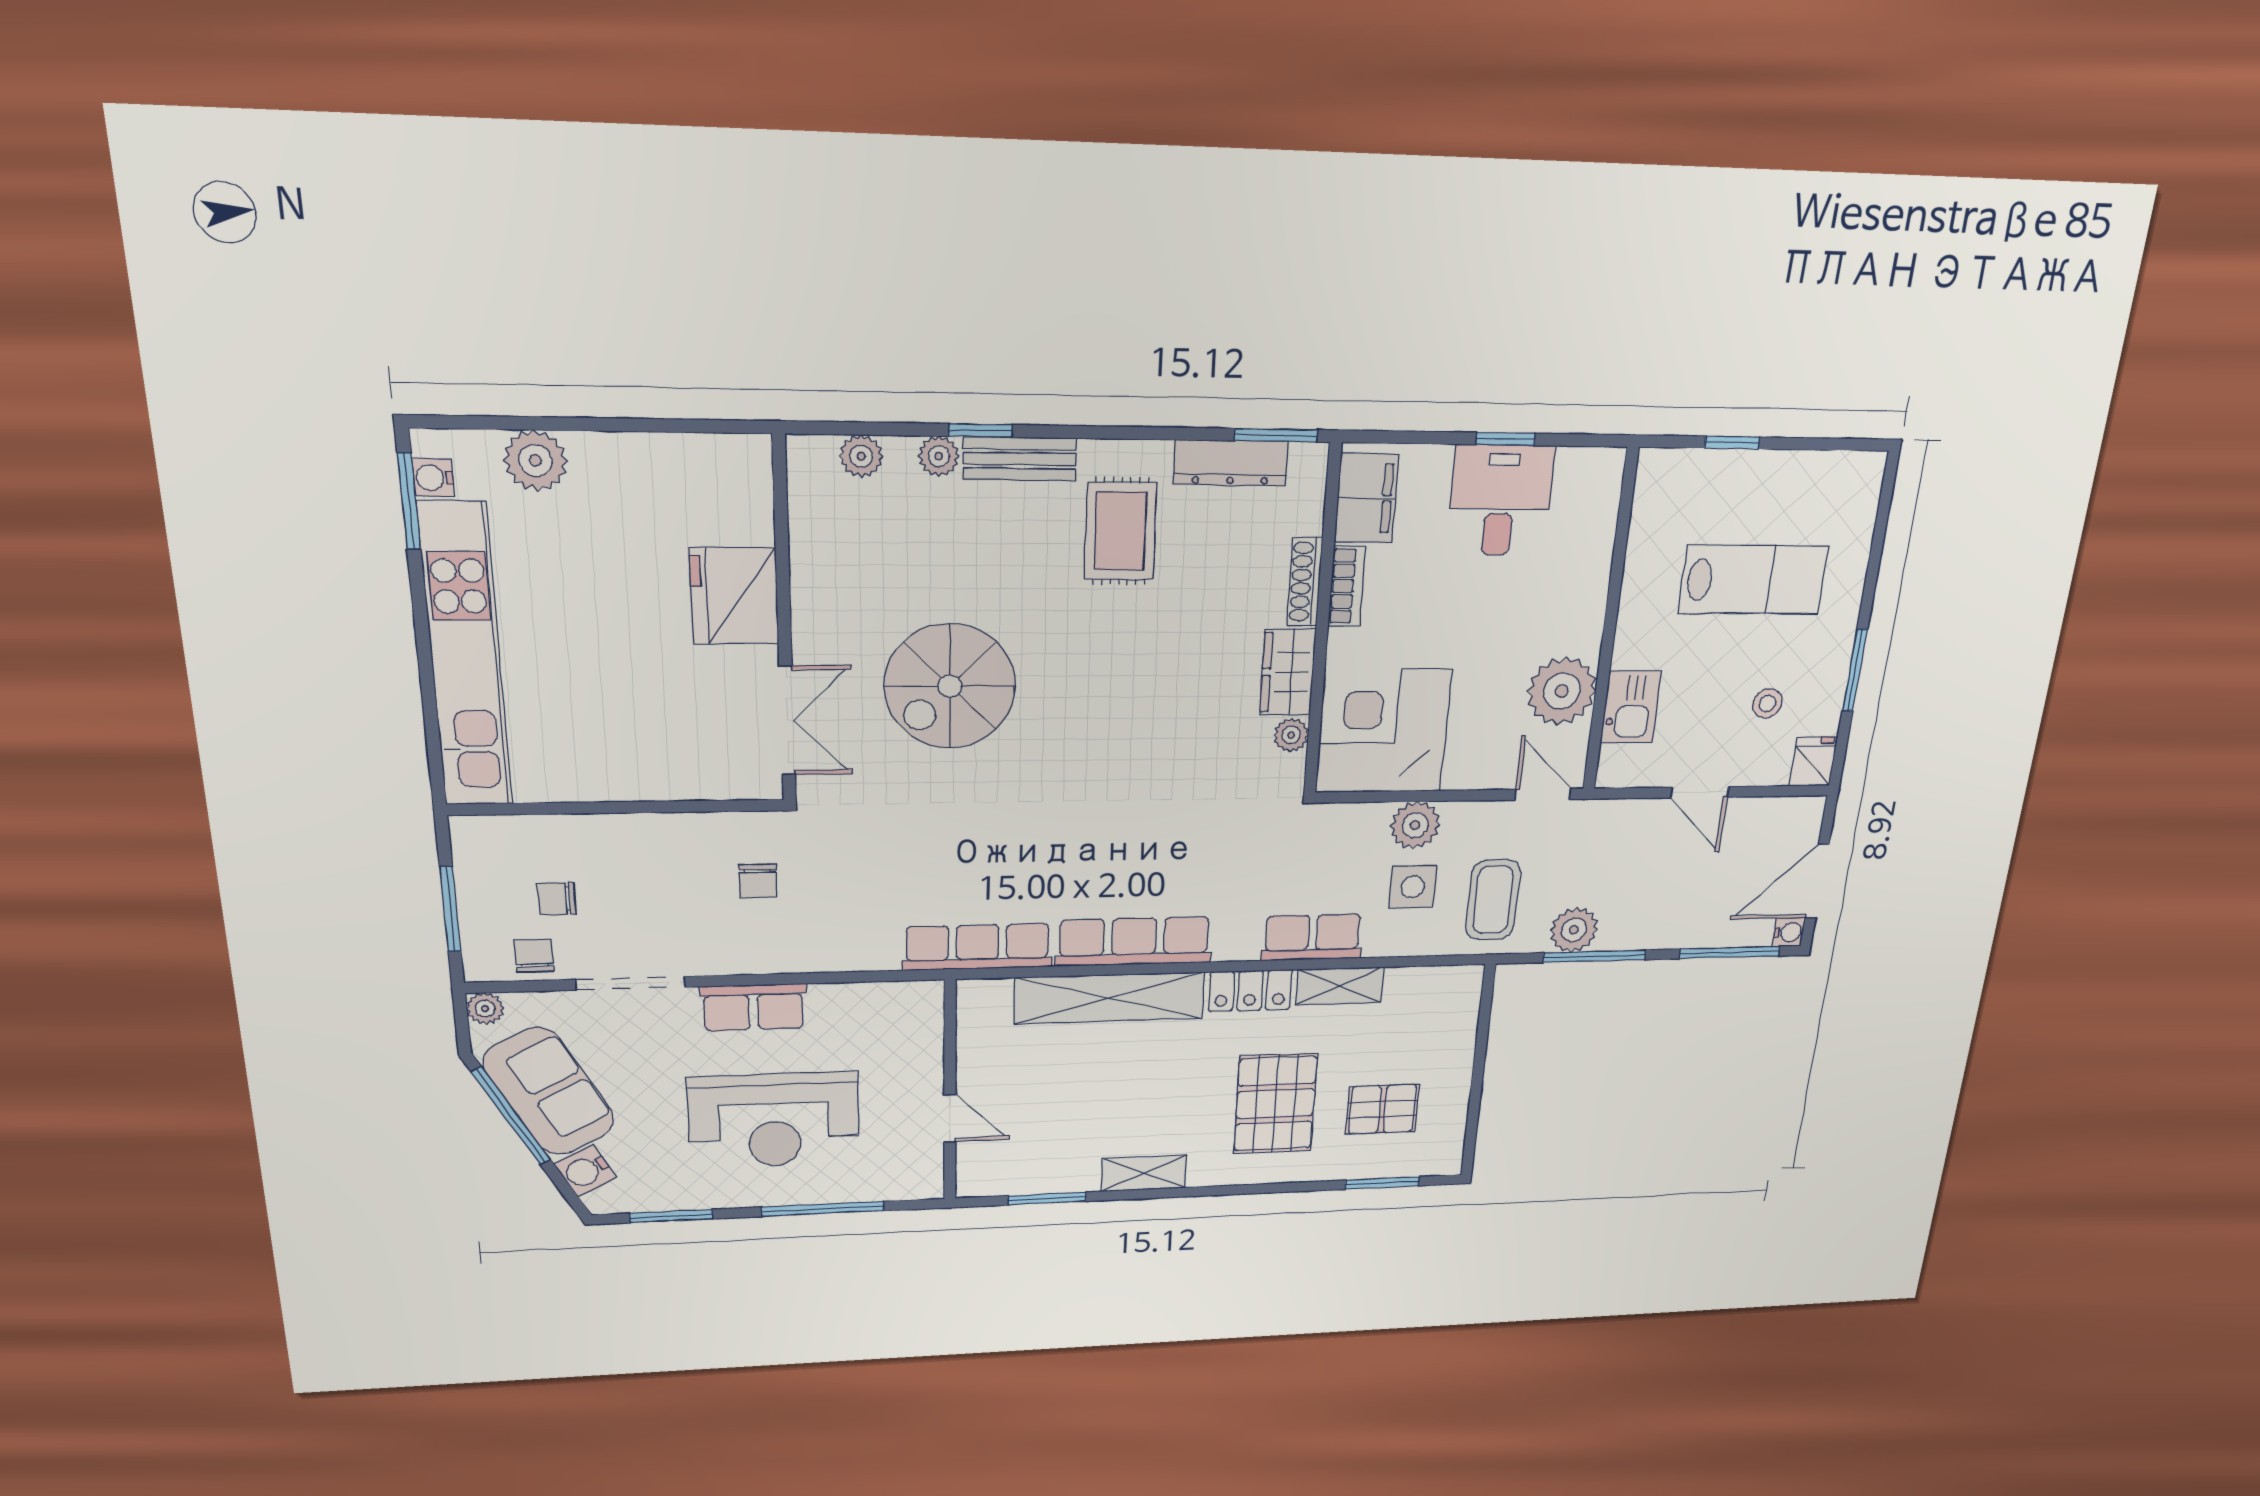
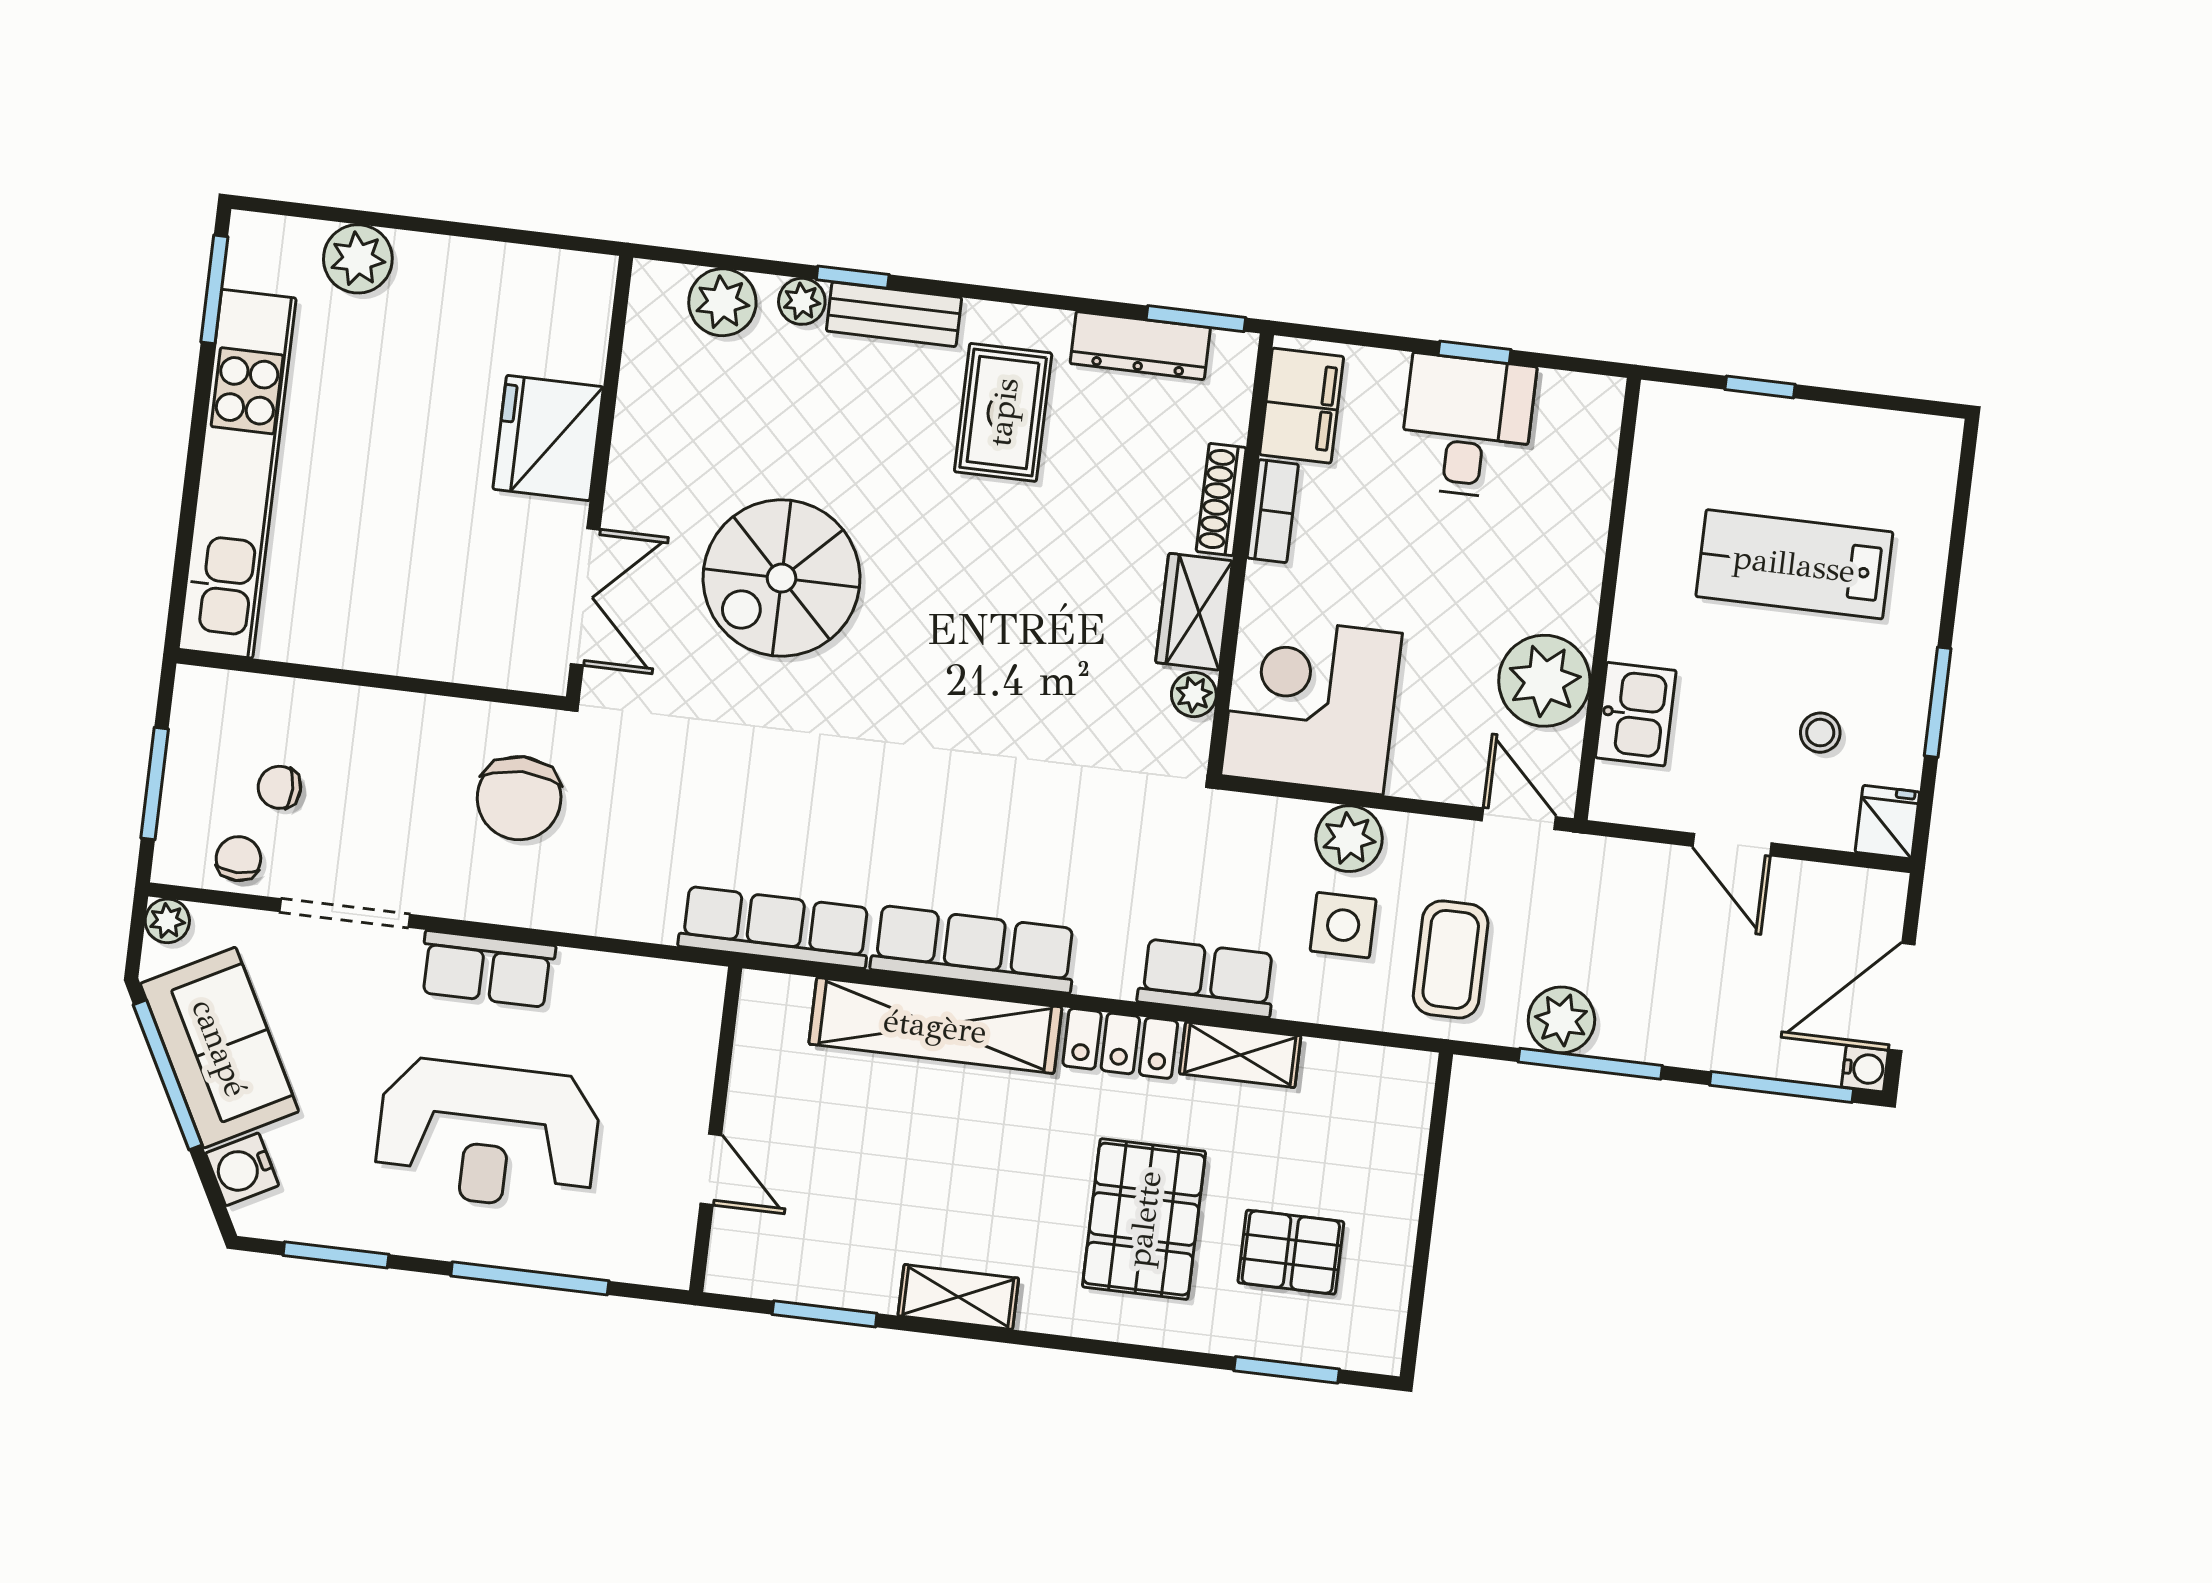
plant: (861, 456) -> (722, 302), width x1.38, depth x1.38
water cooler: (433, 478) -> (245, 266), removed
lab bench: (1753, 580) -> (1794, 564), turned 180
chair: (758, 881) -> (519, 798), width x1.87, depth x1.87

